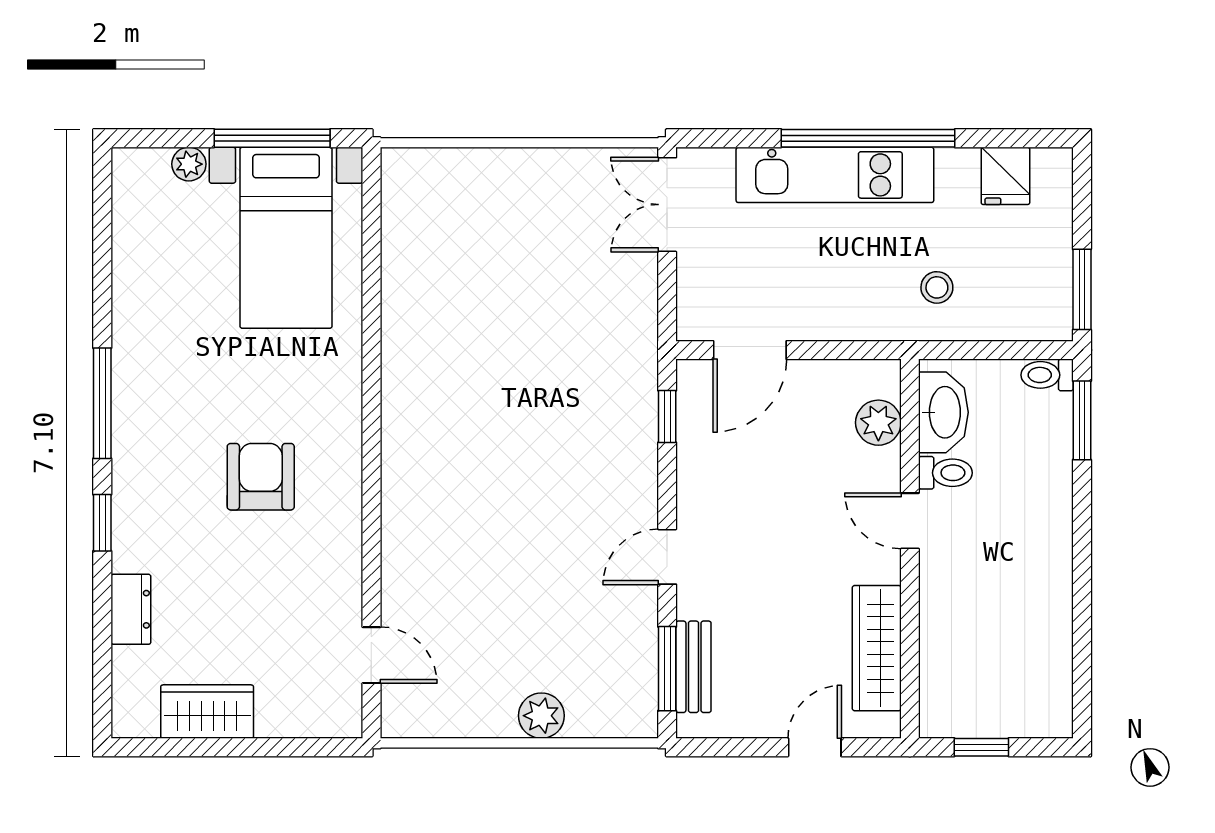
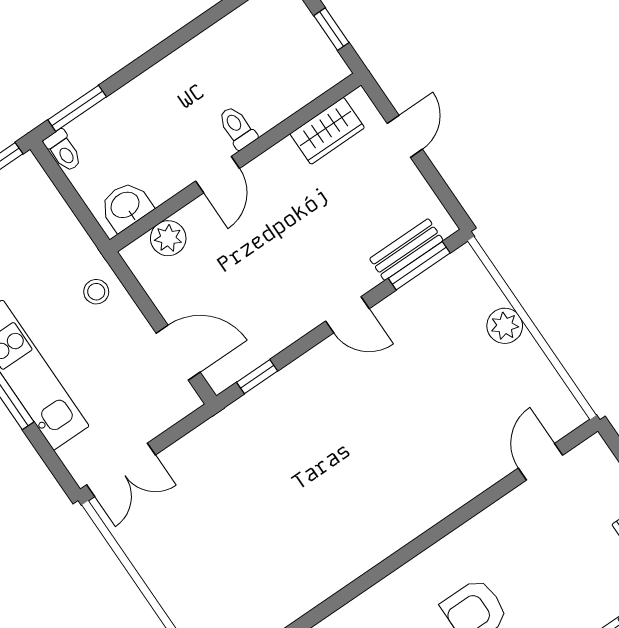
stool: (937, 287) -> (96, 292), moved
washbasin: (943, 412) -> (126, 206), width x0.72
toilet: (945, 473) -> (237, 128), moved
wardrobe: (877, 648) -> (327, 131), width x0.67
door: (815, 747) -> (405, 136), swing flipped

